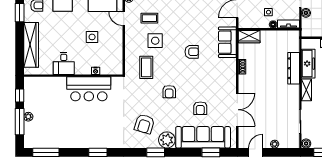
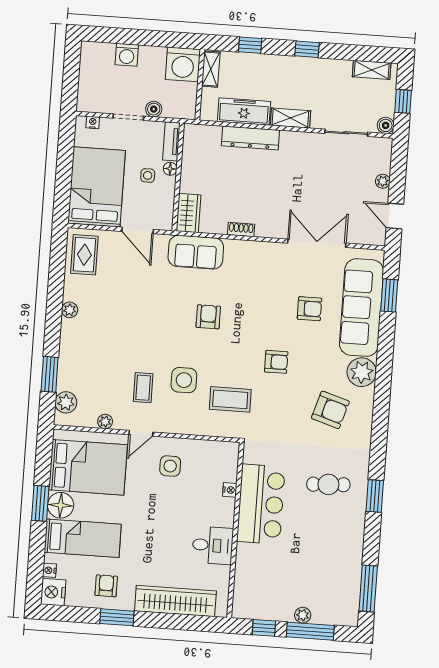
side table: (92, 37) -> (170, 466), moved
cafe table: (103, 126) -> (328, 484), added
window: (156, 152) -> (382, 394), removed

